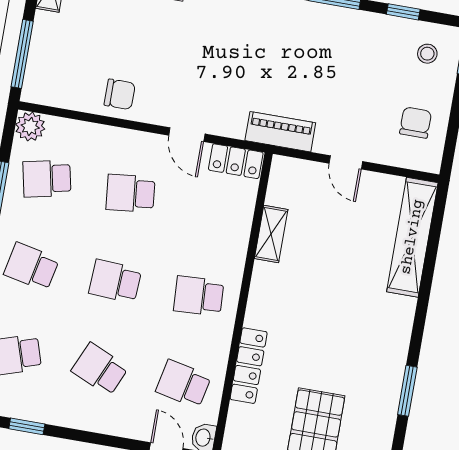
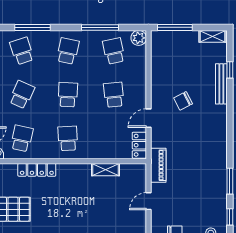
chair: (120, 94) -> (183, 101), moved, turned 63

